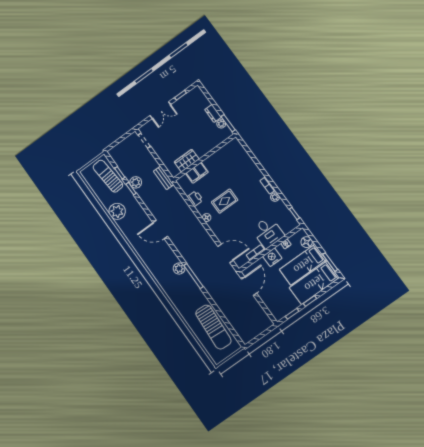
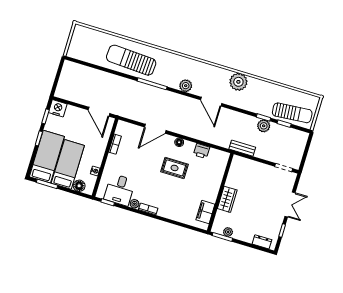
double door: (160, 110) -> (290, 204), swing flipped
dresser: (213, 113) -> (262, 242), moved
wardrobe: (187, 161) -> (227, 199), moved
filing cabinet: (197, 173) -> (205, 212), moved
rug: (225, 201) -> (175, 168), turned 90
plant: (117, 211) -> (238, 82), moved
door: (160, 229) -> (211, 102), swing flipped
desk: (268, 232) -> (120, 190), moved, turned -90
door: (225, 253) -> (155, 129), moved
nightstand: (272, 257) -> (58, 108), moved, turned -90
plant: (179, 269) -> (186, 86), moved
sun lounger: (213, 327) -> (131, 60), moved

